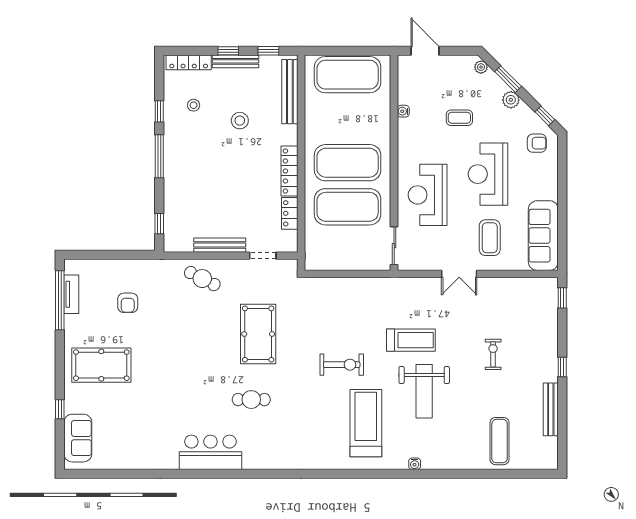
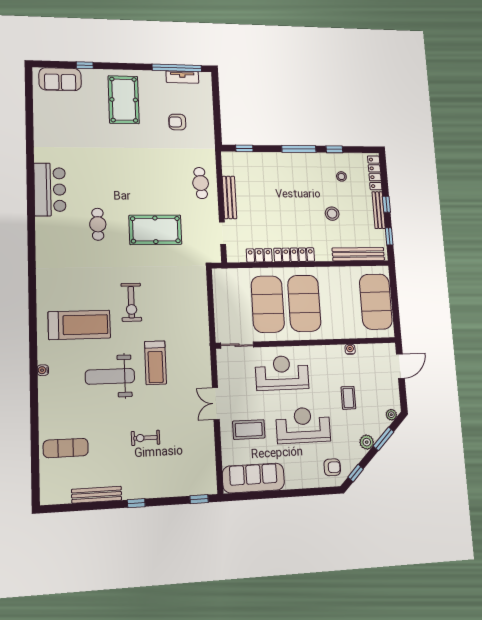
armchair: (537, 143) -> (332, 467), turned -90
cafe table: (202, 279) -> (201, 183), turned -31
exercise bike: (493, 354) -> (146, 438), turned 180

